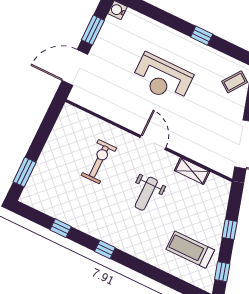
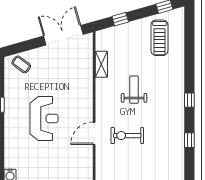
door: (153, 142) -> (94, 133), moved
weight bench: (146, 194) -> (134, 90), turned -90
window: (230, 229) -> (120, 19), moved

